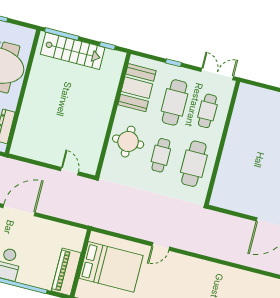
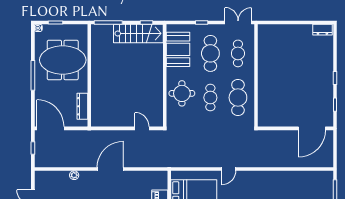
stairs: (73, 51) -> (138, 33), moved

